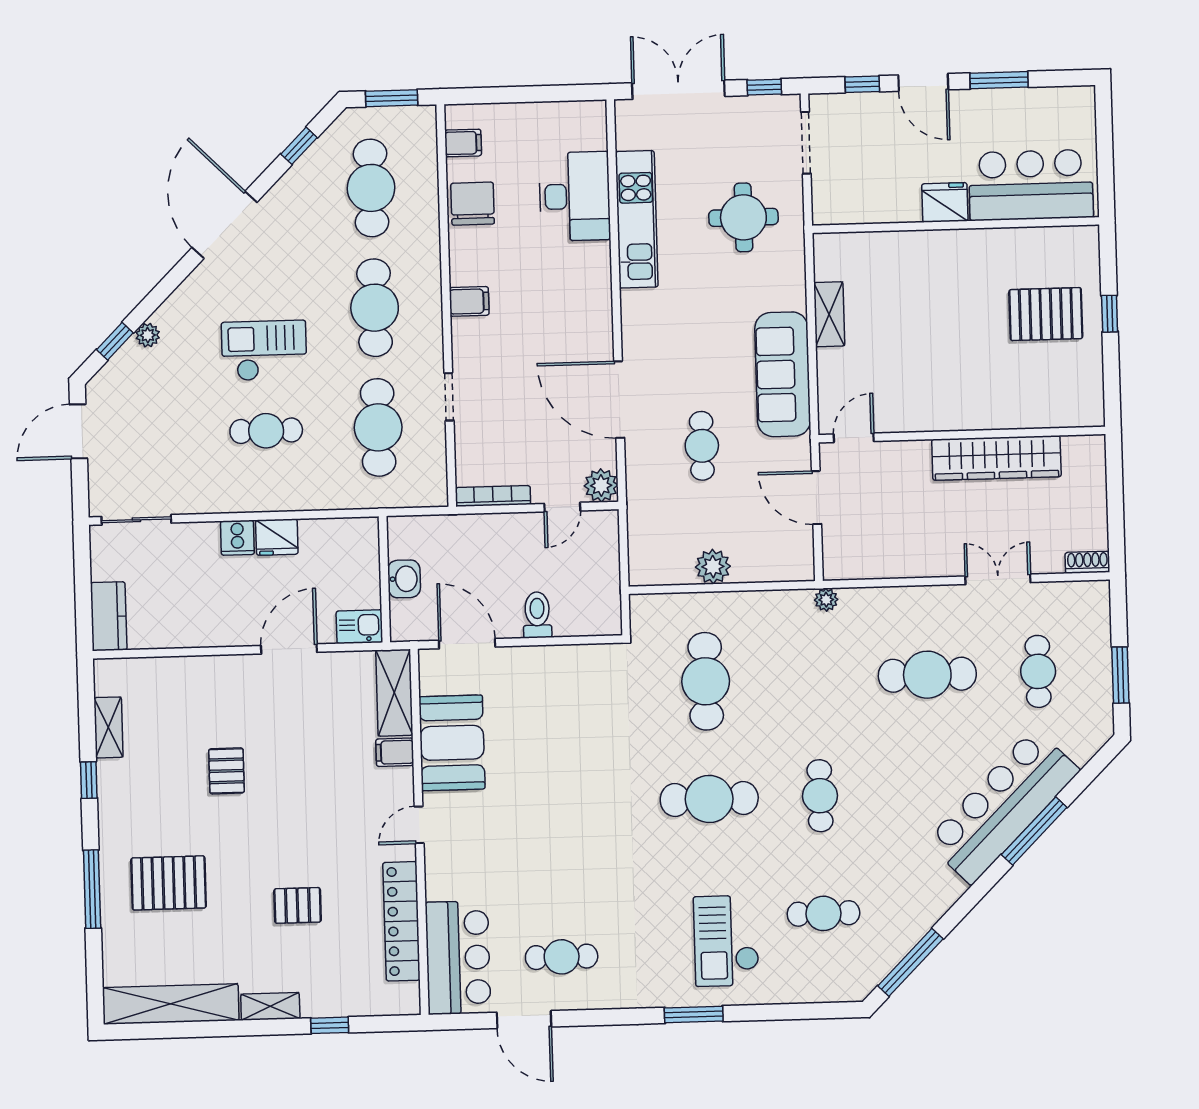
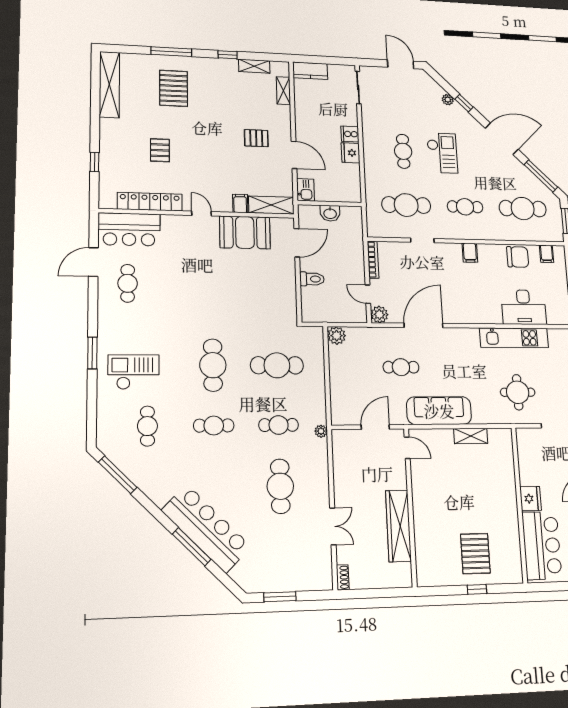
window: (299, 146) -> (541, 176), width x2.17
cafe table: (375, 308) -> (465, 207), width x0.73, depth x0.74
window: (115, 341) -> (464, 103), moved
plant: (713, 567) -> (337, 336), moved
cafe table: (1038, 671) -> (279, 425), moved
pallet: (226, 771) -> (256, 138), moved
shelving: (270, 1006) -> (283, 91), moved

